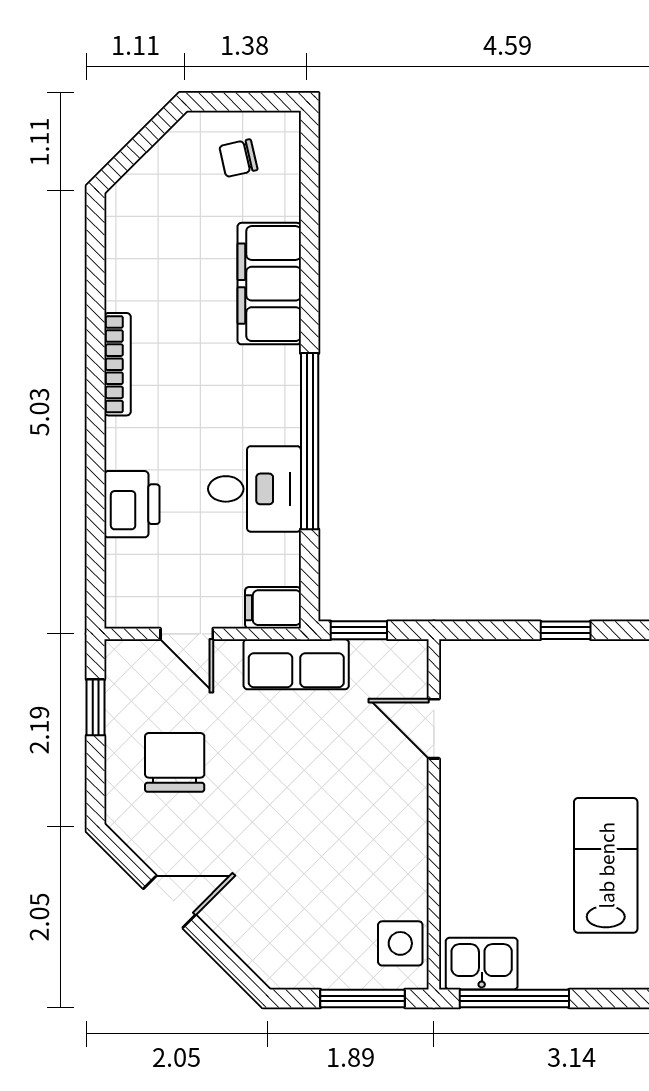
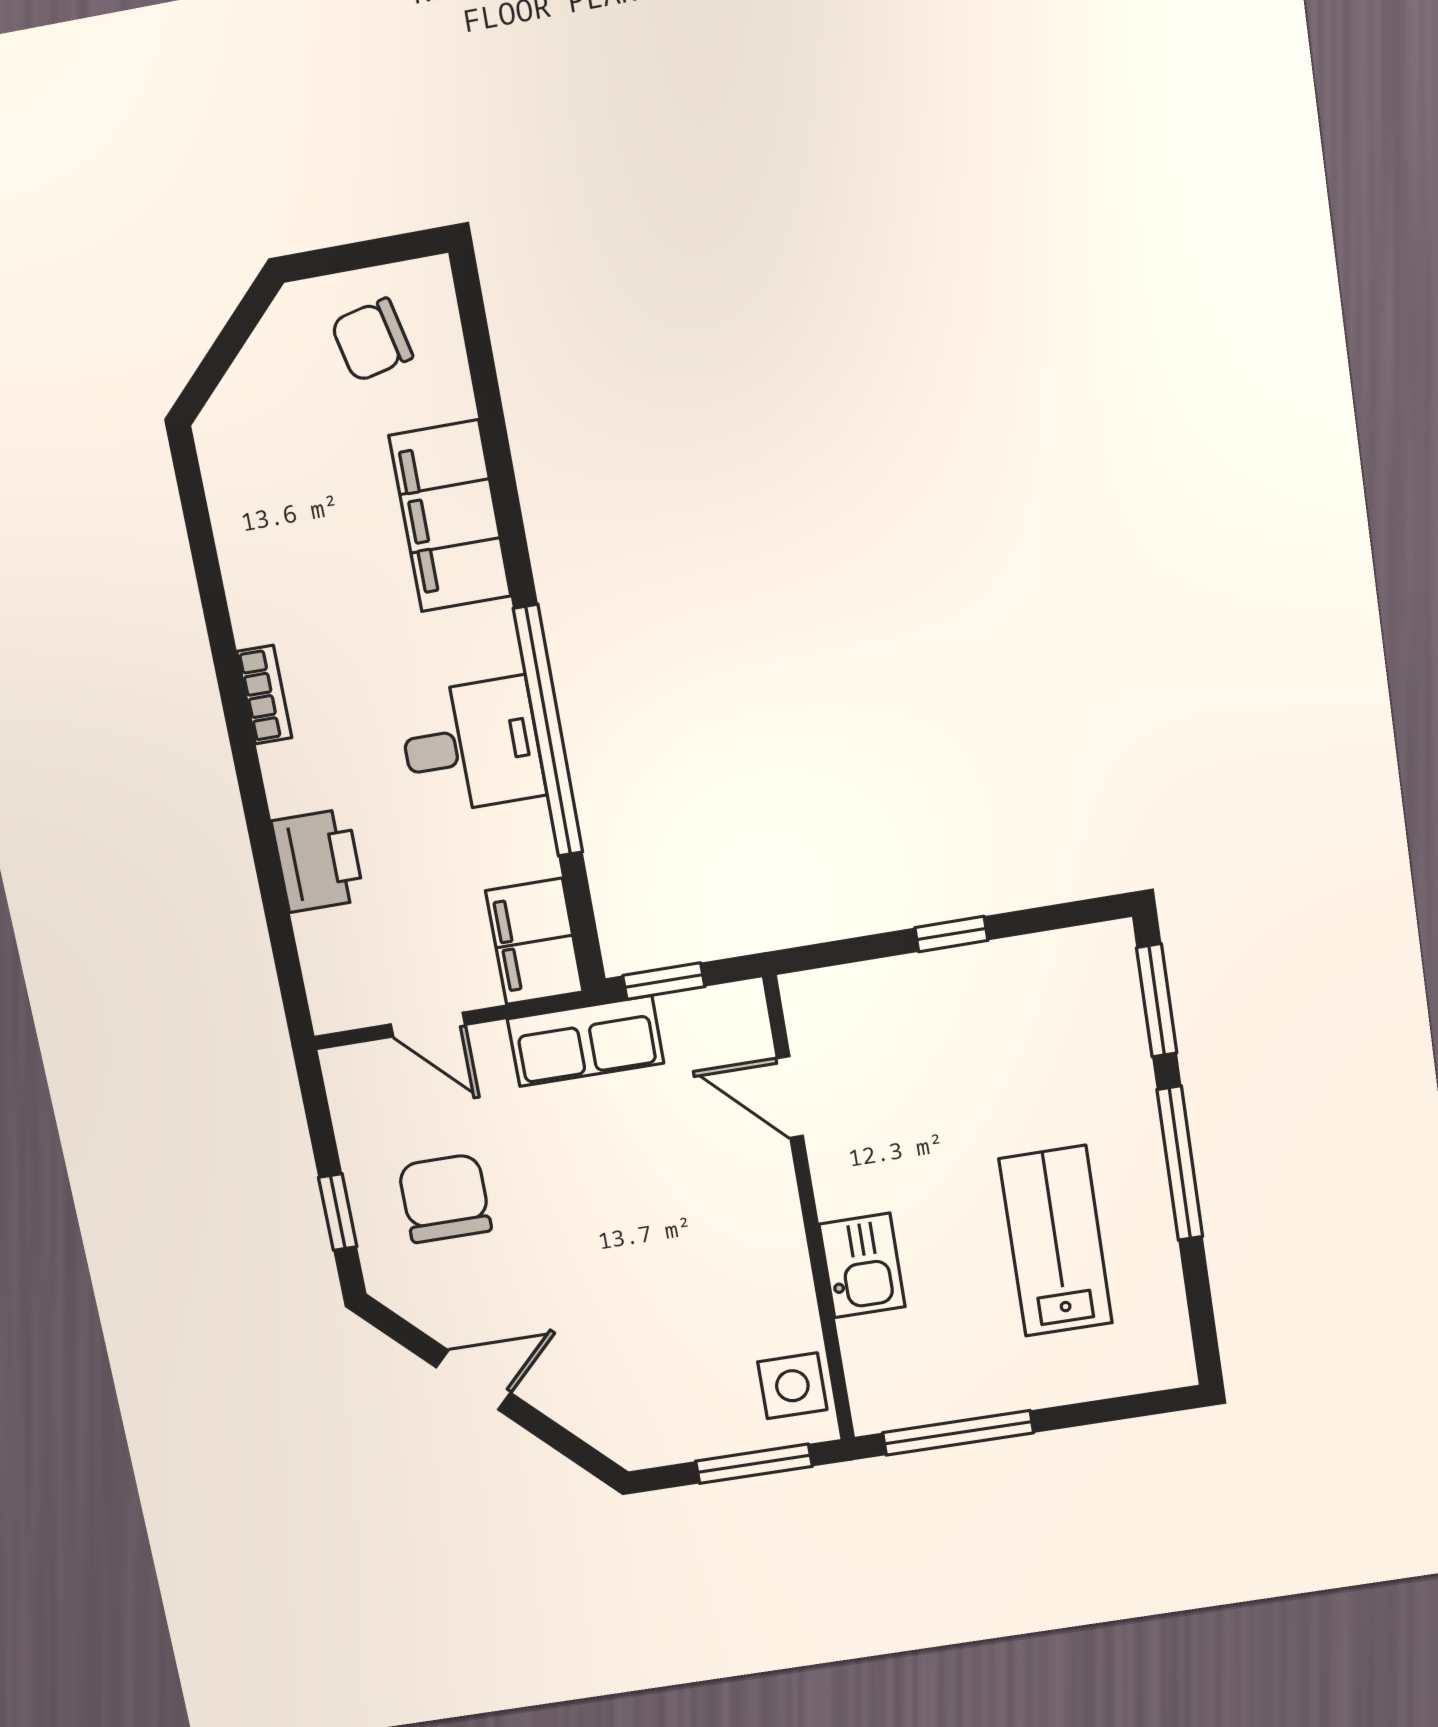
chair: (238, 158) -> (372, 340), width x1.37, depth x1.37
bookcase: (117, 364) -> (264, 695), width x0.64
desk: (254, 489) -> (471, 746), moved
filing cabinet: (273, 608) -> (534, 941), width x2.00
window: (96, 707) -> (338, 1212), moved
kitchen sink: (482, 964) -> (862, 1265), moved, turned 90

